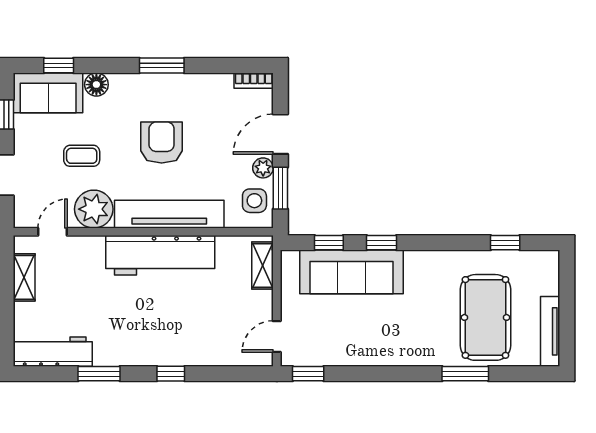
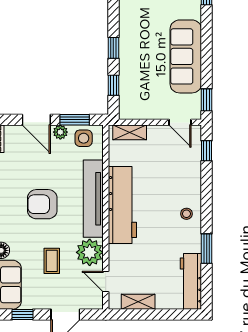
sofa: (351, 272) -> (186, 56), moved, turned 180
stool: (148, 345) -> (186, 214), added
window: (171, 374) -> (207, 151), moved

